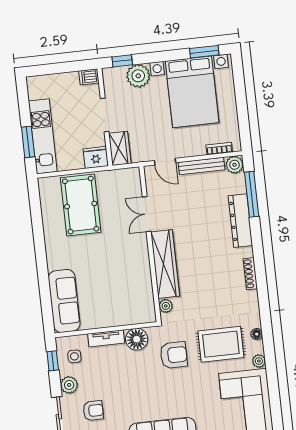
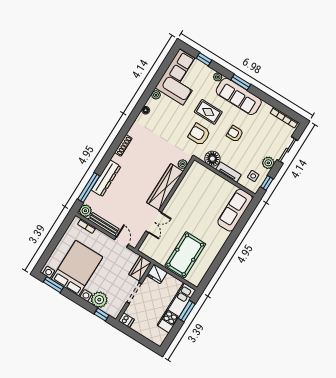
rug: (221, 344) -> (208, 112), moved, width x0.73, depth x0.70
armchair: (93, 411) -> (235, 134), moved

